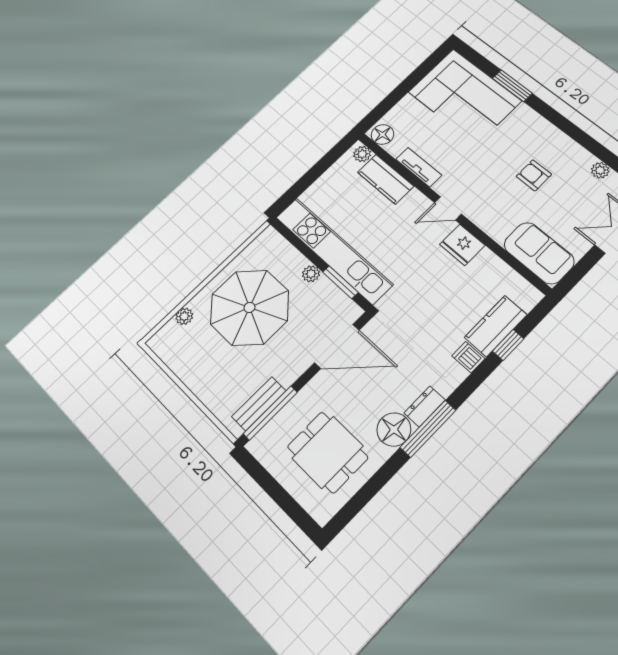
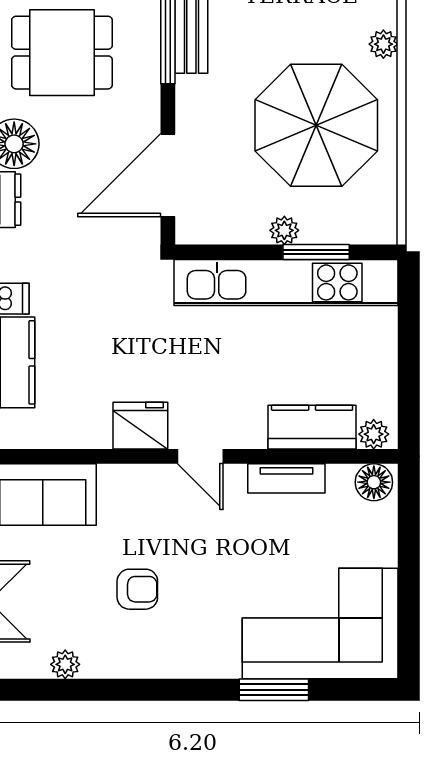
door: (448, 208) -> (200, 456), swing flipped
window: (340, 282) -> (316, 252), moved

